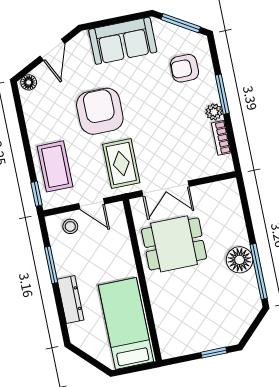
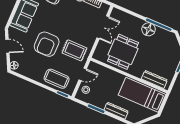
armchair: (100, 111) -> (47, 44), turned -90
double door: (165, 189) -> (103, 27), moved
dresser: (165, 326) -> (154, 79), added

